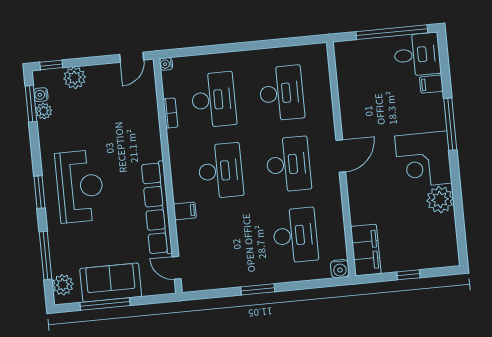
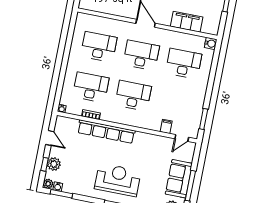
door: (132, 57) -> (50, 138), moved
window: (51, 65) -> (45, 164), moved
plant: (44, 111) -> (48, 184), moved
row of seats: (157, 208) -> (106, 132), moved
filing cabinet: (185, 211) -> (166, 126), moved
filing cabinet: (366, 250) -> (187, 22), moved
window: (258, 289) -> (204, 119), moved

